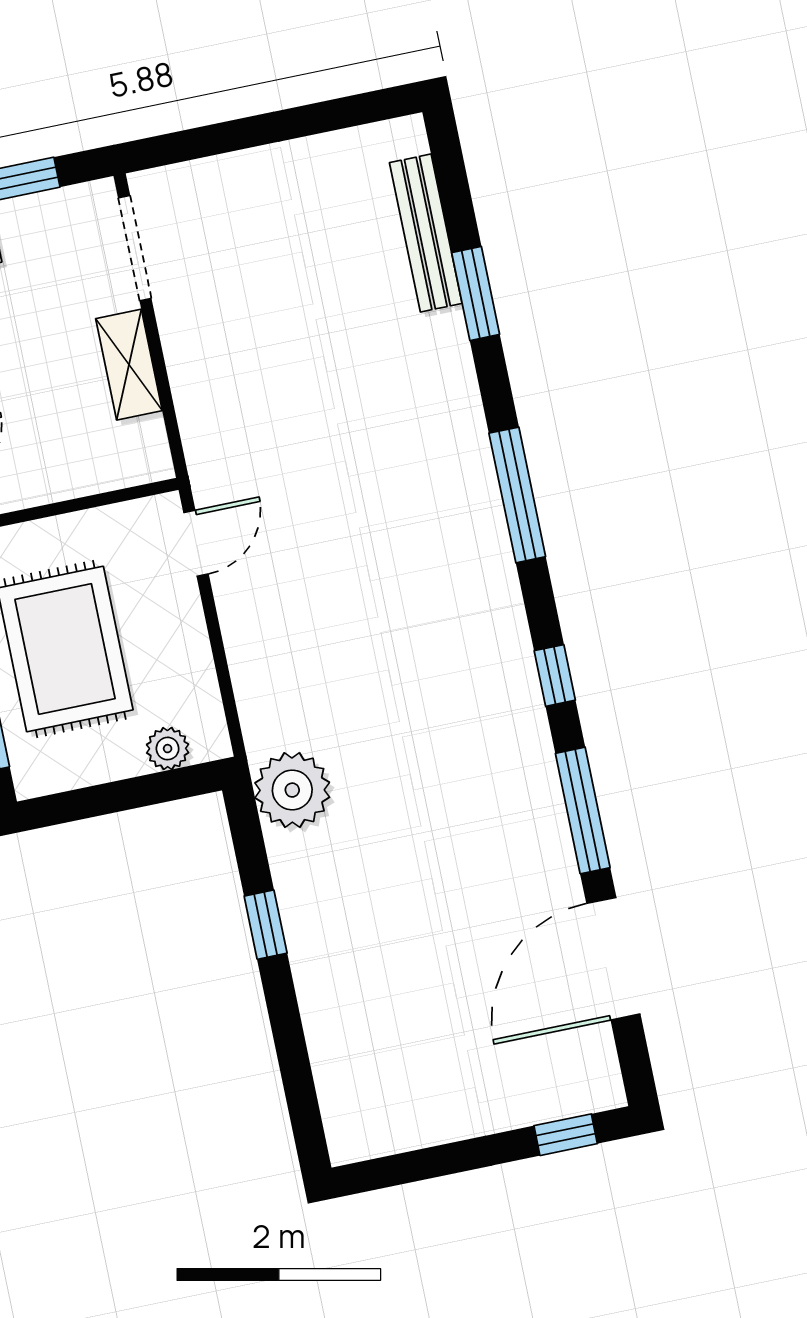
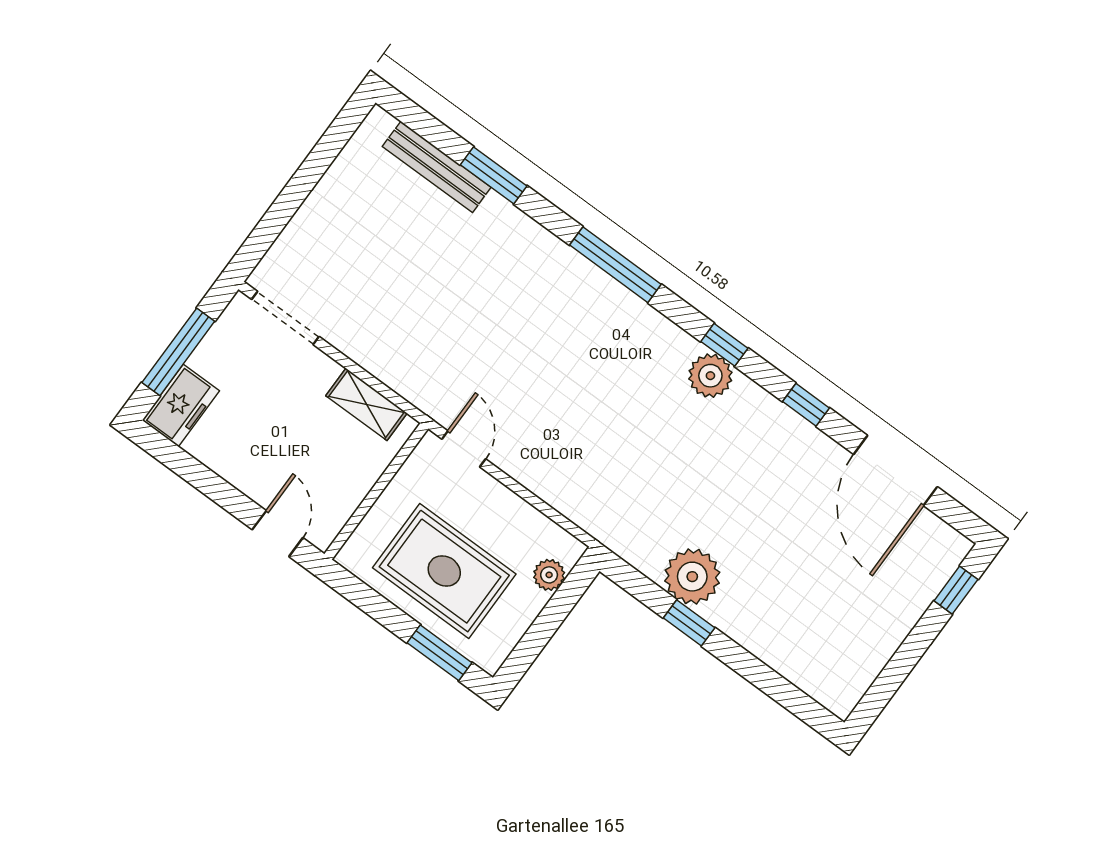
shelving: (129, 365) -> (366, 404), moved
plant: (512, 694) -> (710, 376), added
plant: (292, 790) -> (692, 577), moved
window: (583, 810) -> (806, 405), width x0.46

